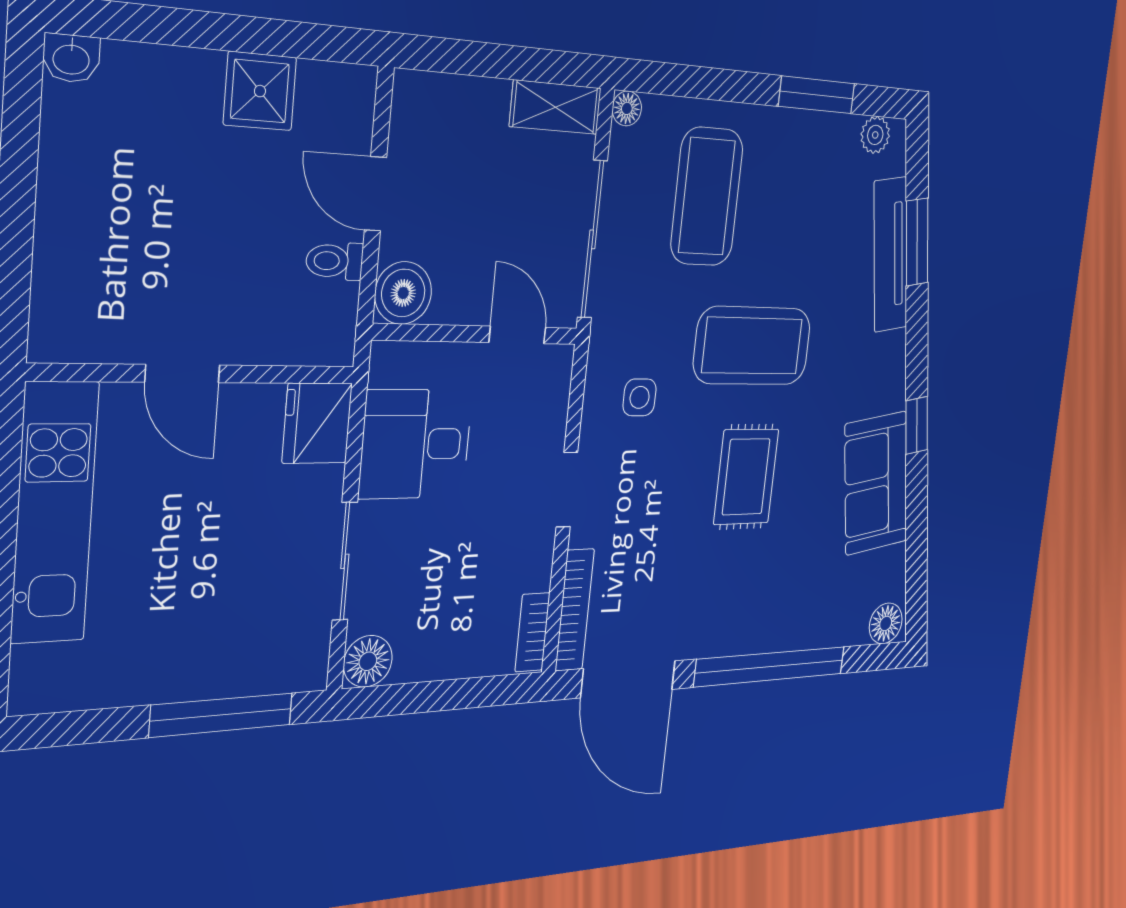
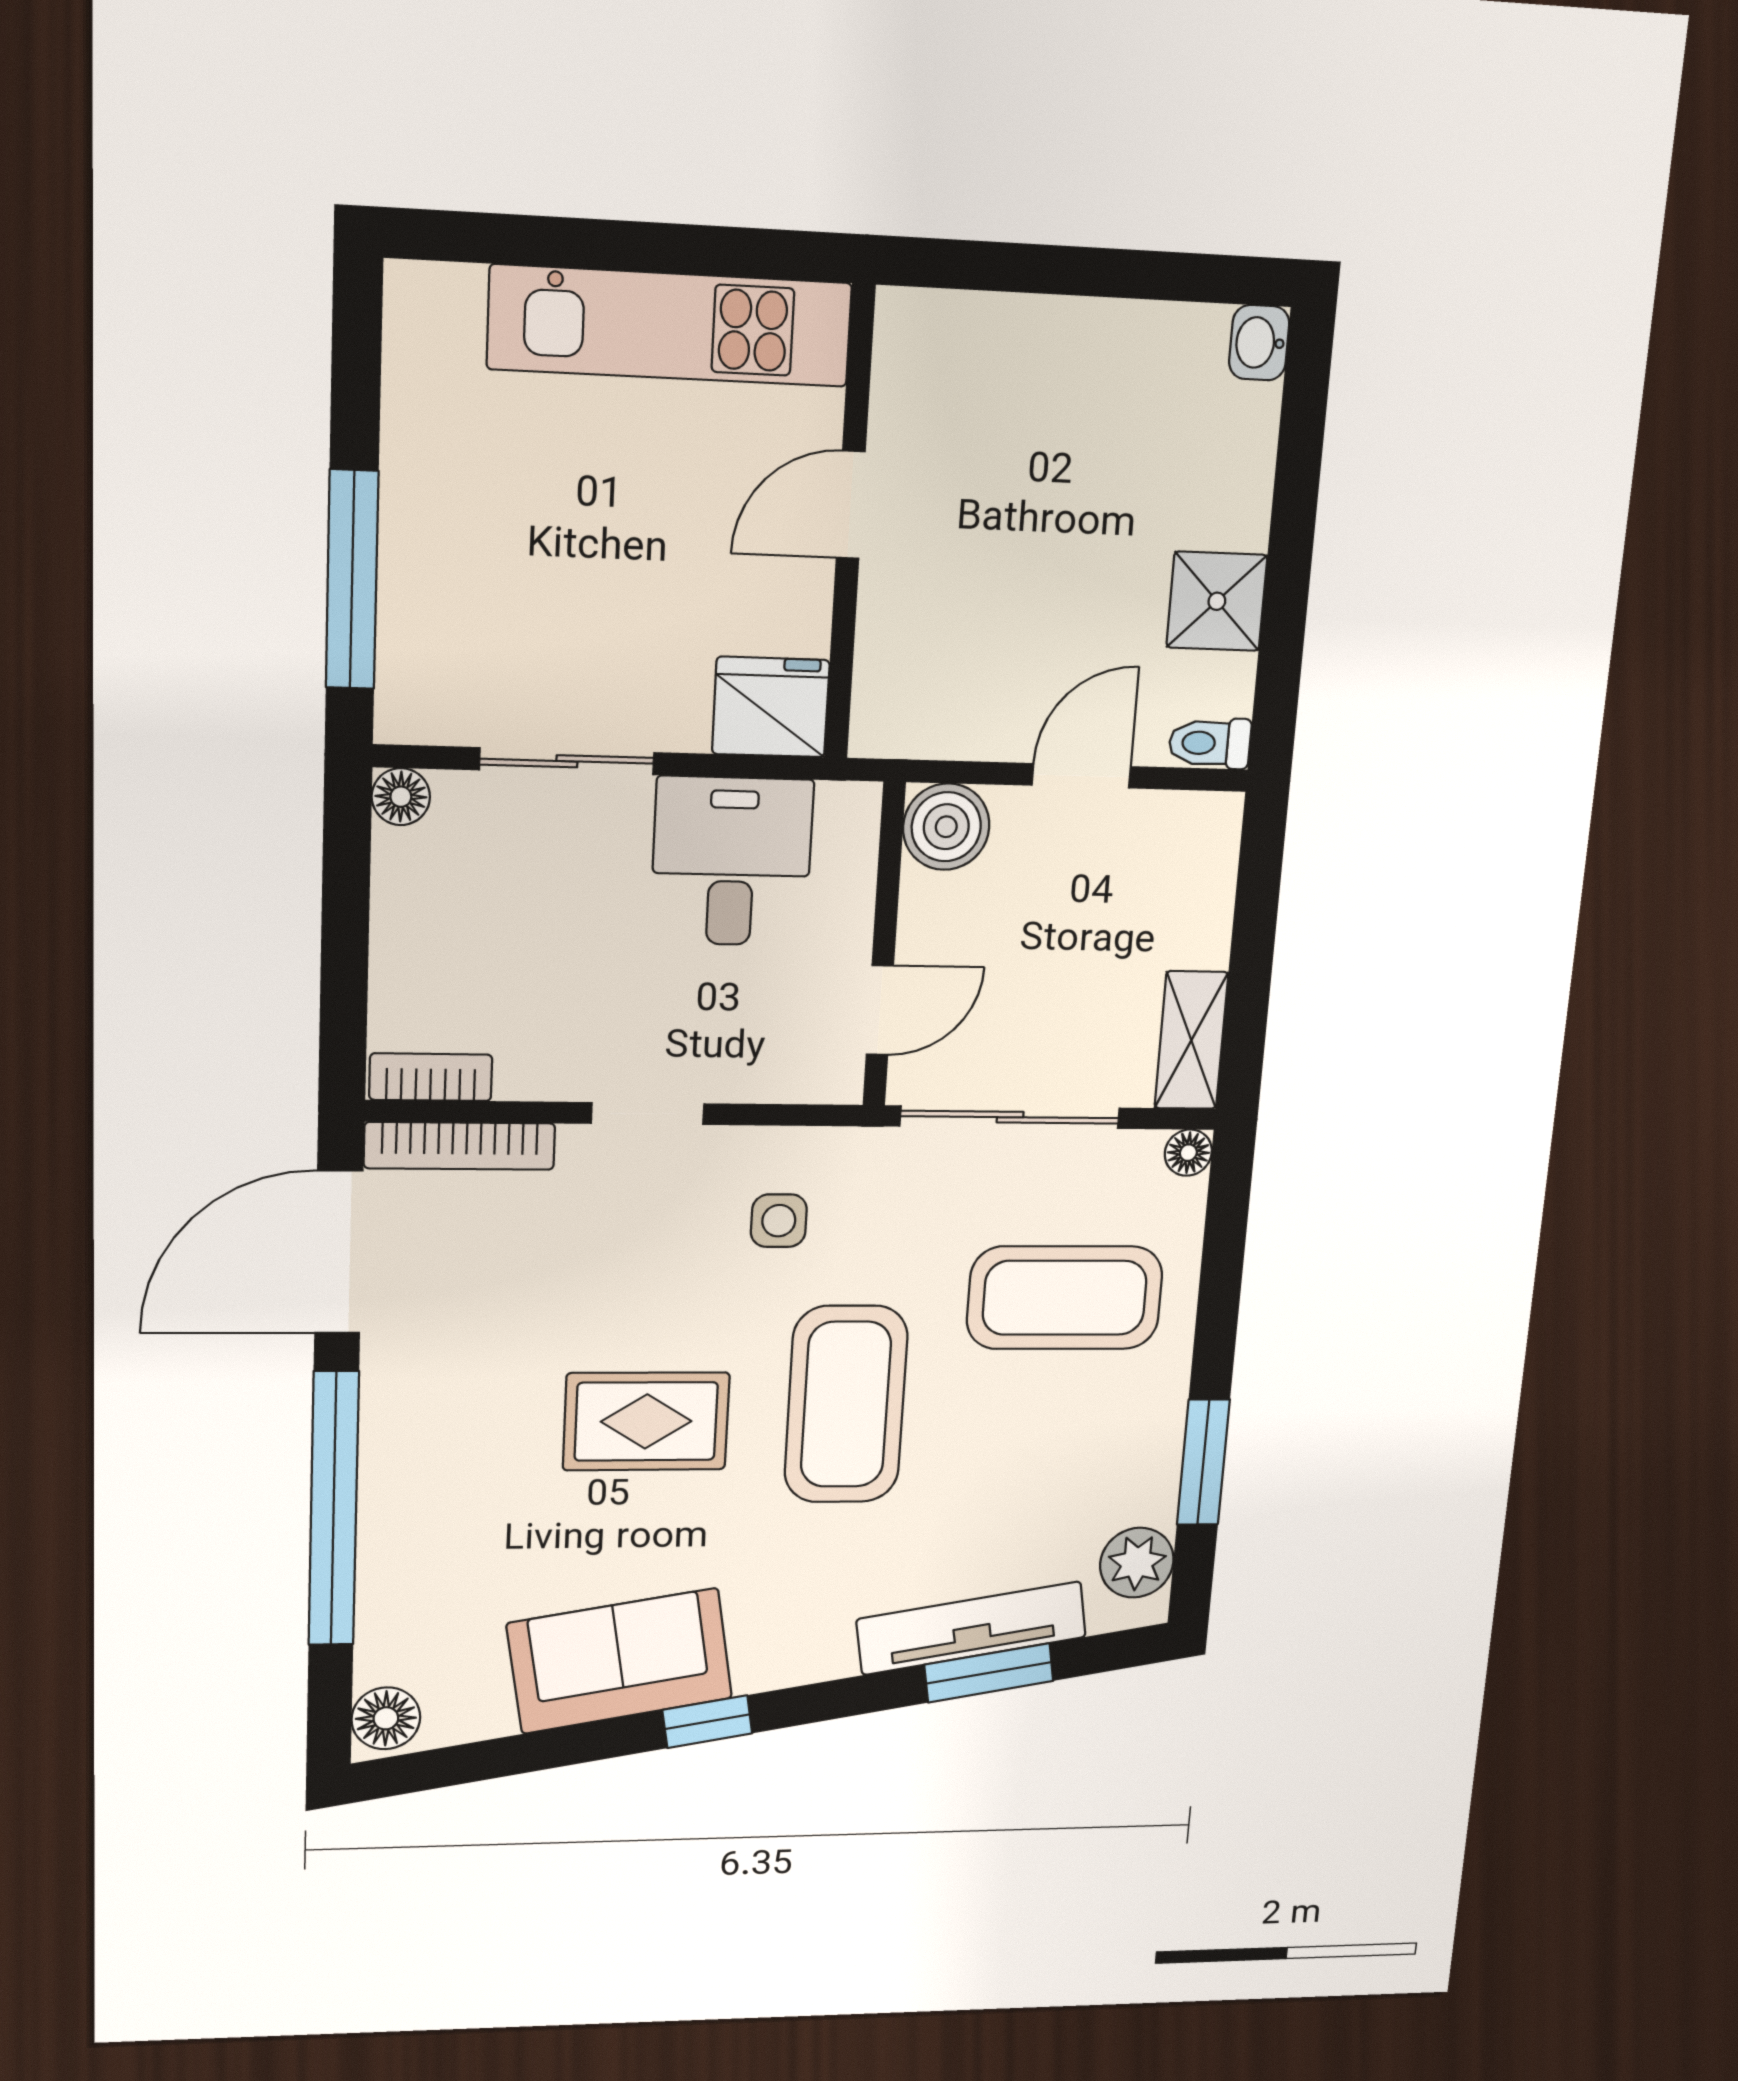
plant: (875, 135) -> (1137, 1563), width x1.38, depth x1.38
toilet: (335, 261) -> (1210, 743), moved, turned -90
floor lamp: (368, 661) -> (401, 797), width x0.73, depth x0.73

